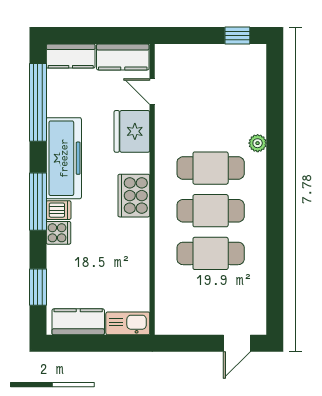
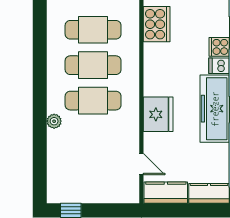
fridge: (132, 131) -> (158, 114), moved
cooker: (134, 196) -> (157, 24), moved

